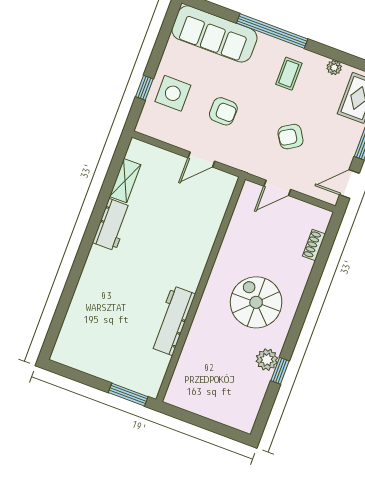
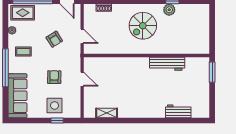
workbench: (112, 225) -> (178, 111), moved

